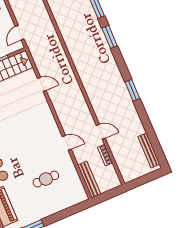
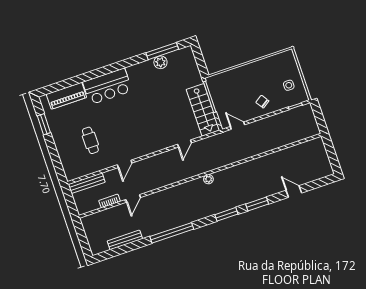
plant: (76, 58) -> (208, 179), added
window: (132, 90) -> (172, 233), width x2.11
bench: (149, 150) -> (125, 240), moved

